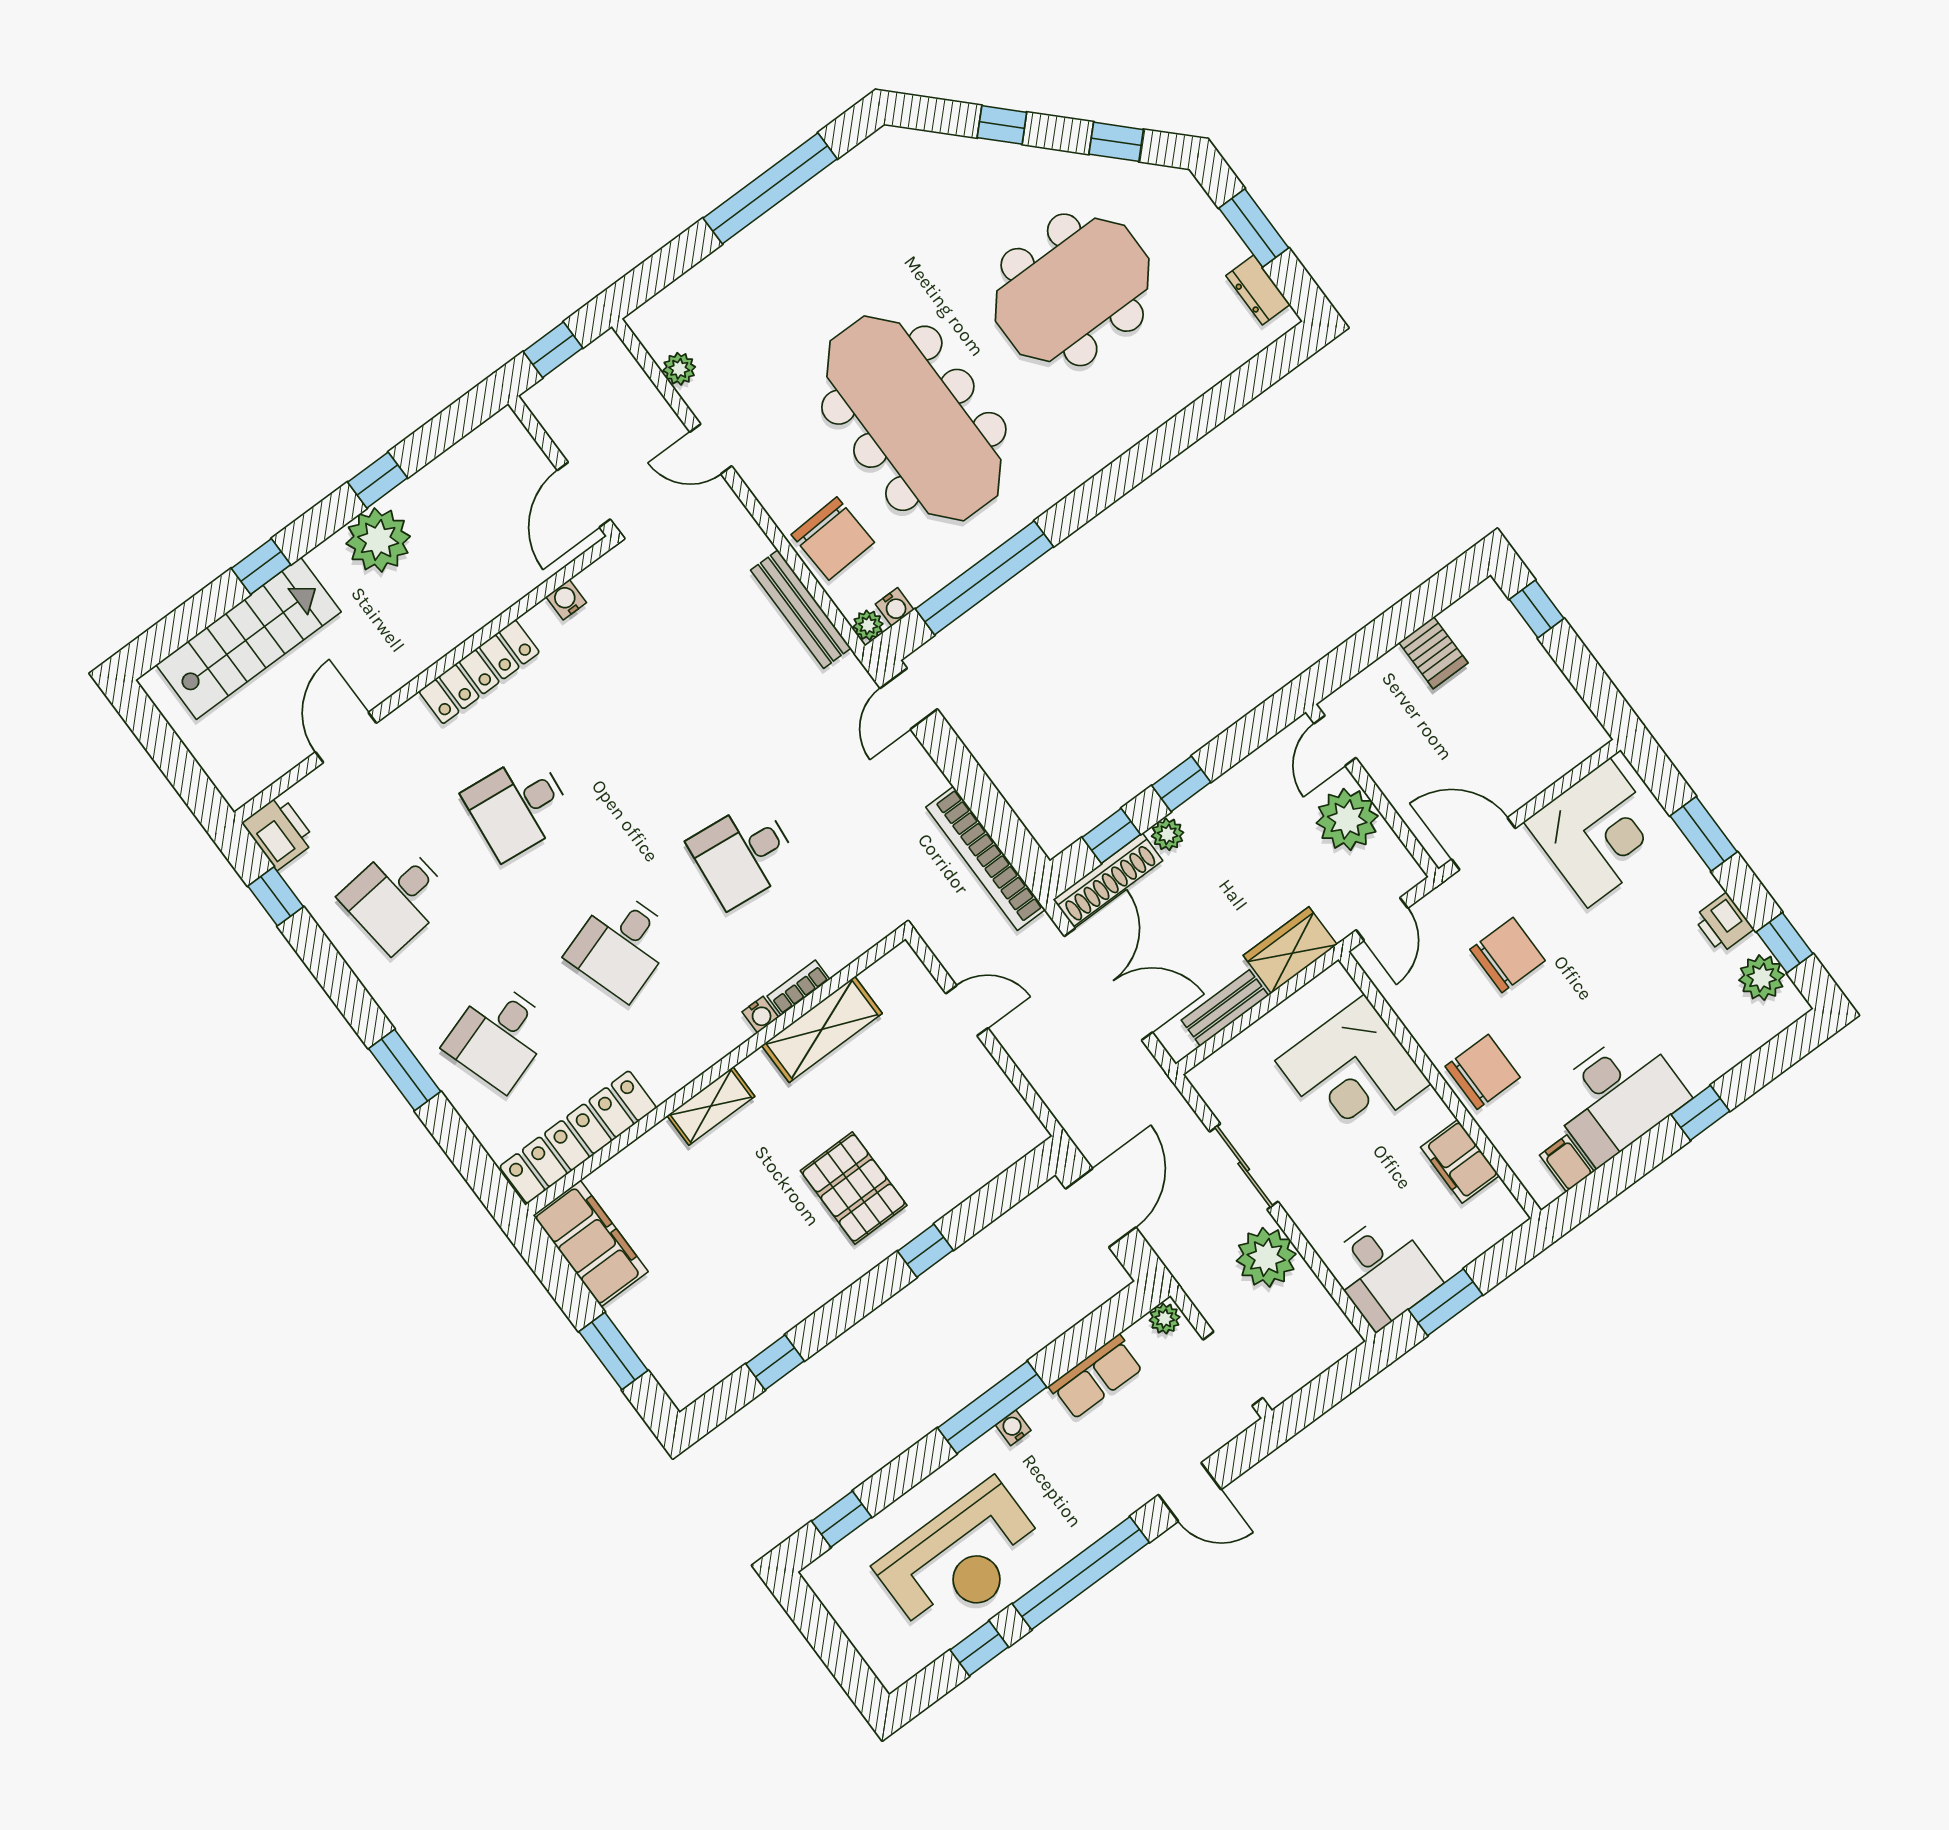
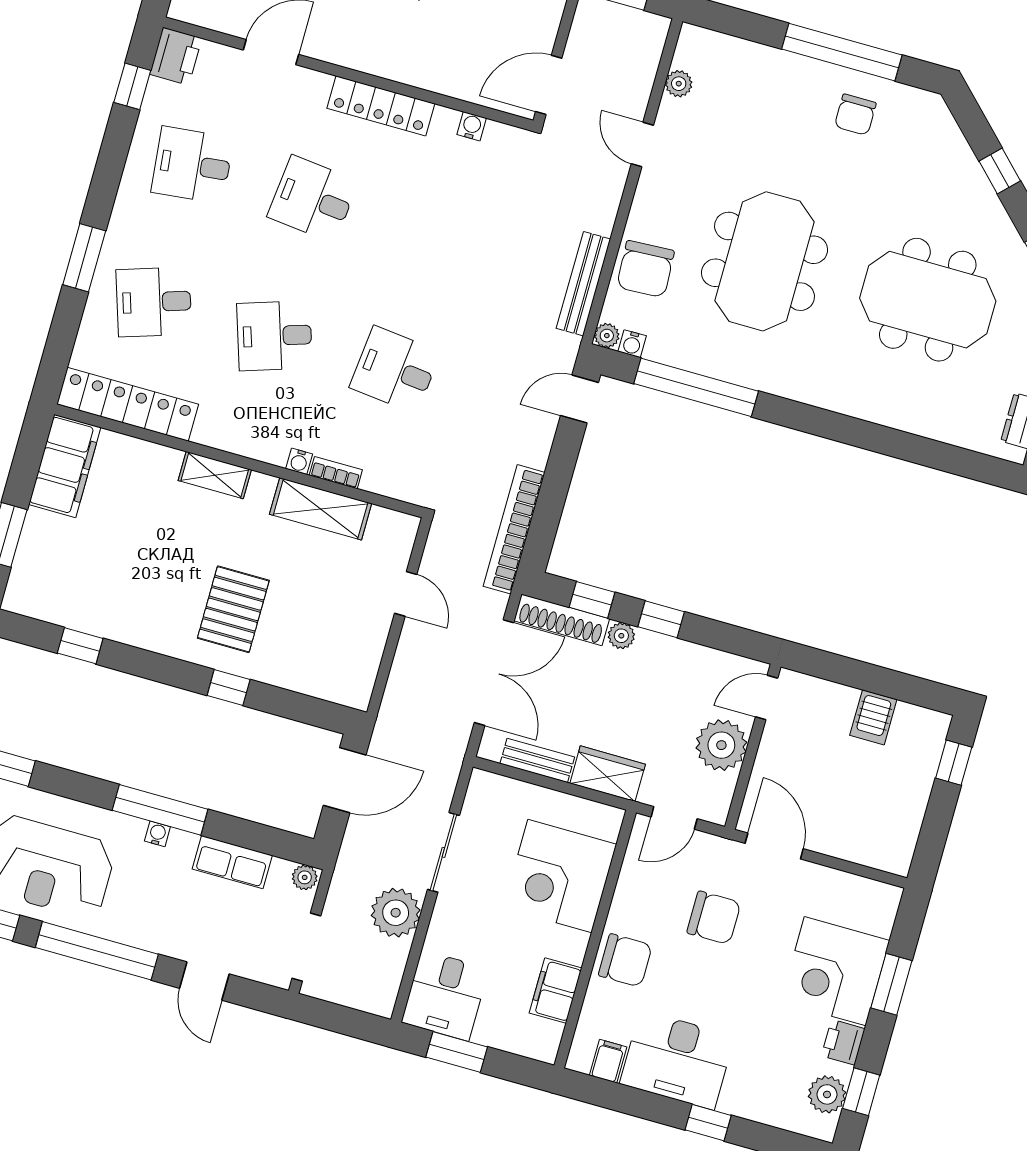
chair: (840, 222) -> (855, 115), added
meeting table: (914, 418) -> (765, 261), width x0.73
corner desk: (1599, 833) -> (835, 971), moved, turned 90

